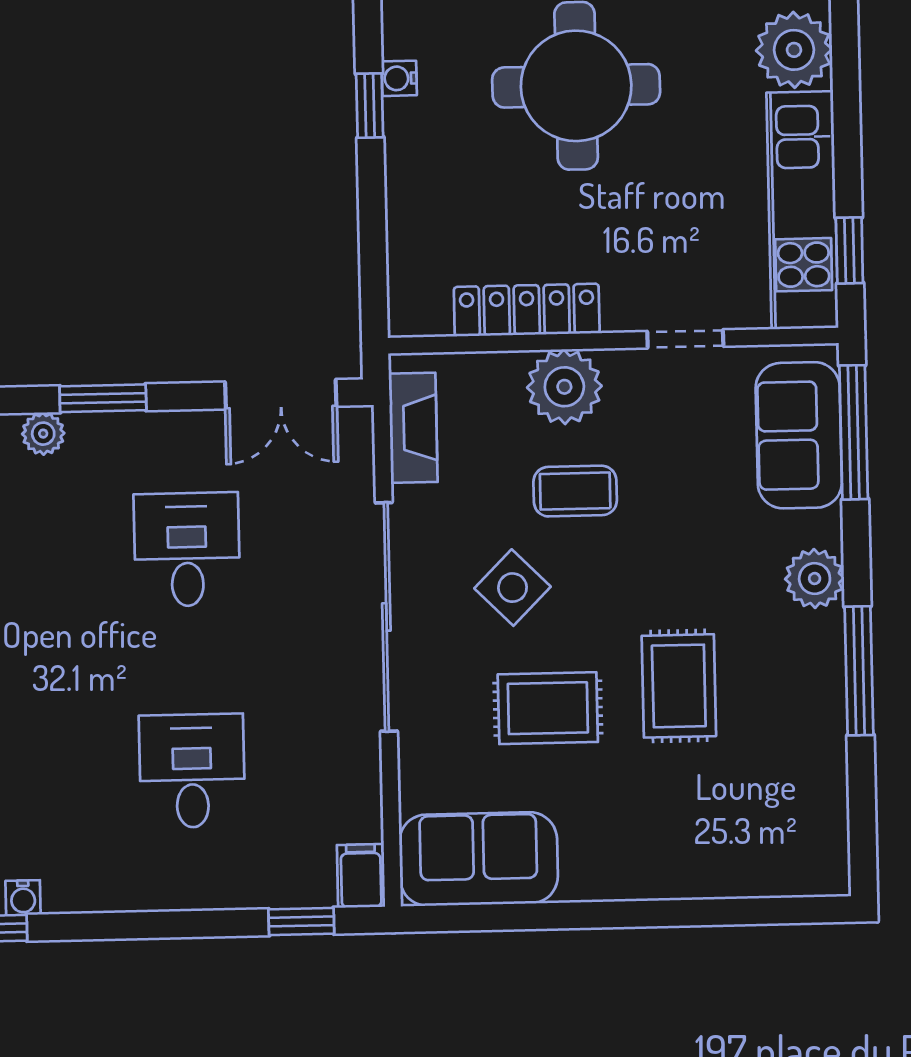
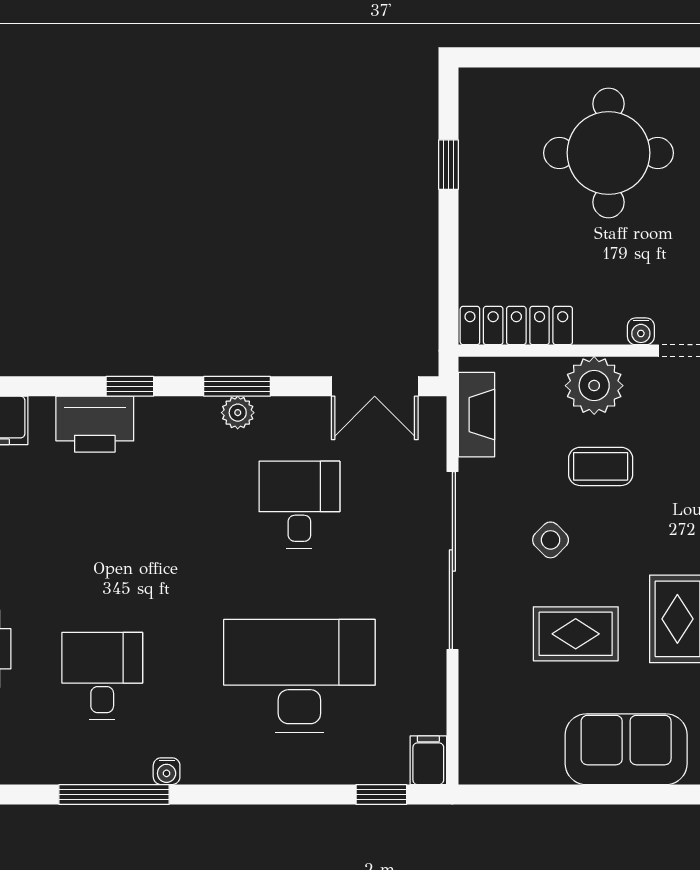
water cooler: (399, 78) -> (641, 331), moved, turned -90
locker: (527, 310) -> (516, 326), moved
plant: (43, 434) -> (238, 413), moved
side table: (513, 588) -> (551, 540), width x0.73, depth x0.73
desk: (192, 771) -> (299, 676), width x1.87, depth x1.30
sofa: (479, 859) -> (626, 749), moved

